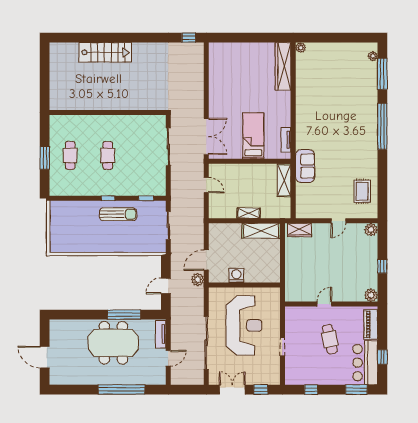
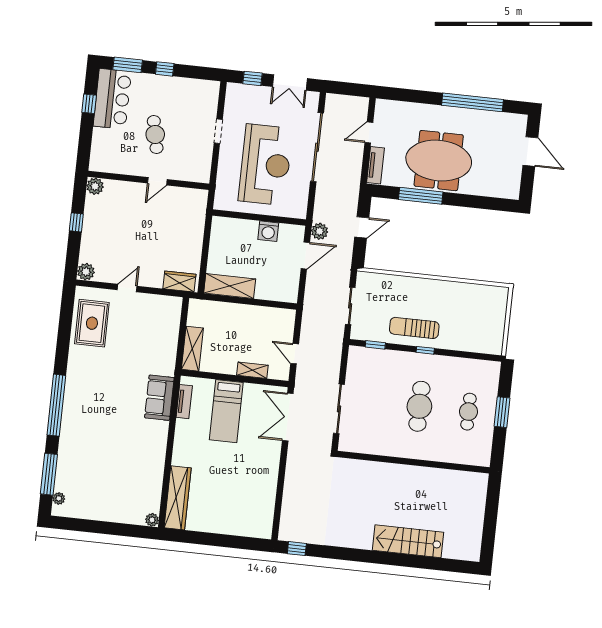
cafe table: (108, 155) -> (419, 406), width x1.37, depth x1.35
sofa: (305, 166) -> (159, 398), moved
rug: (362, 191) -> (92, 323), width x1.36, depth x1.43
shelving: (249, 213) -> (252, 370), moved
piano: (371, 324) -> (100, 148), removed
reception desk: (244, 326) -> (265, 165), turned 180
window: (122, 390) -> (472, 102), moved
window: (311, 390) -> (165, 69), moved

